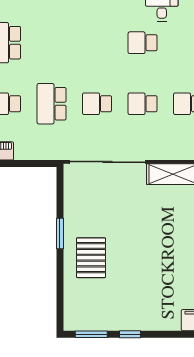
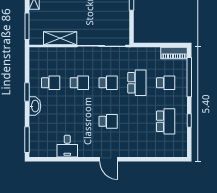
school desk: (143, 43) -> (108, 121), moved

